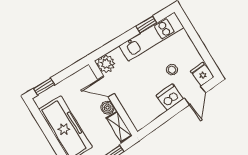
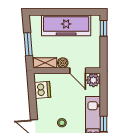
door: (106, 87) -> (78, 71), swing flipped
dishwasher: (170, 97) -> (42, 90), moved

